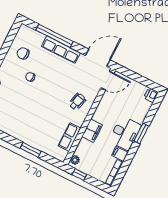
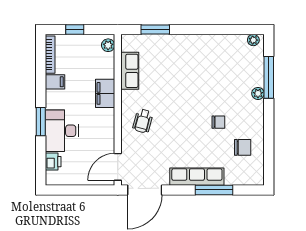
window: (54, 36) -> (214, 190), width x0.68
printer: (151, 95) -> (53, 162), moved
desk: (125, 133) -> (62, 131), moved
window: (31, 150) -> (155, 30), moved
window: (79, 174) -> (75, 30), moved

